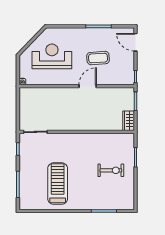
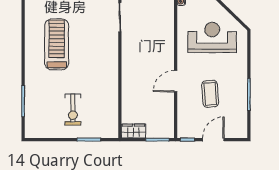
door: (135, 42) -> (213, 140), moved
reception desk: (52, 56) -> (212, 37), turned -90
door: (88, 86) -> (176, 81), swing flipped
treadmill: (58, 184) -> (57, 44), turned -90

